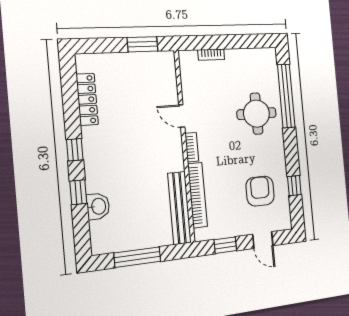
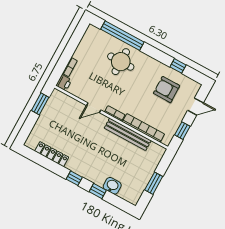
printer: (188, 59) -> (64, 83), added
bench: (179, 208) -> (128, 134), moved
window: (137, 257) -> (154, 183), width x0.69

